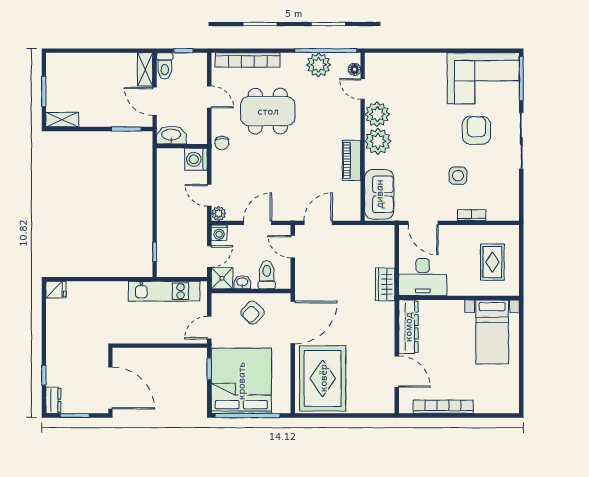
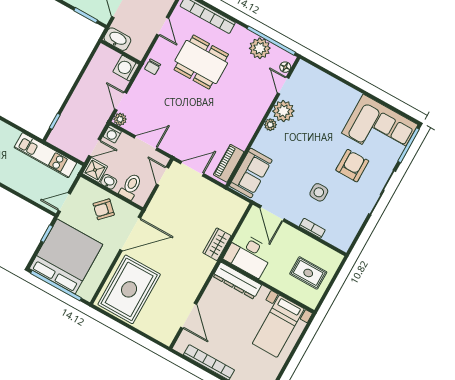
plant: (378, 141) -> (270, 125), width x0.53, depth x0.53
piano: (352, 161) -> (229, 163), moved
rug: (492, 262) -> (308, 273), turned 90
dresser: (408, 327) -> (237, 281), moved, turned 90

